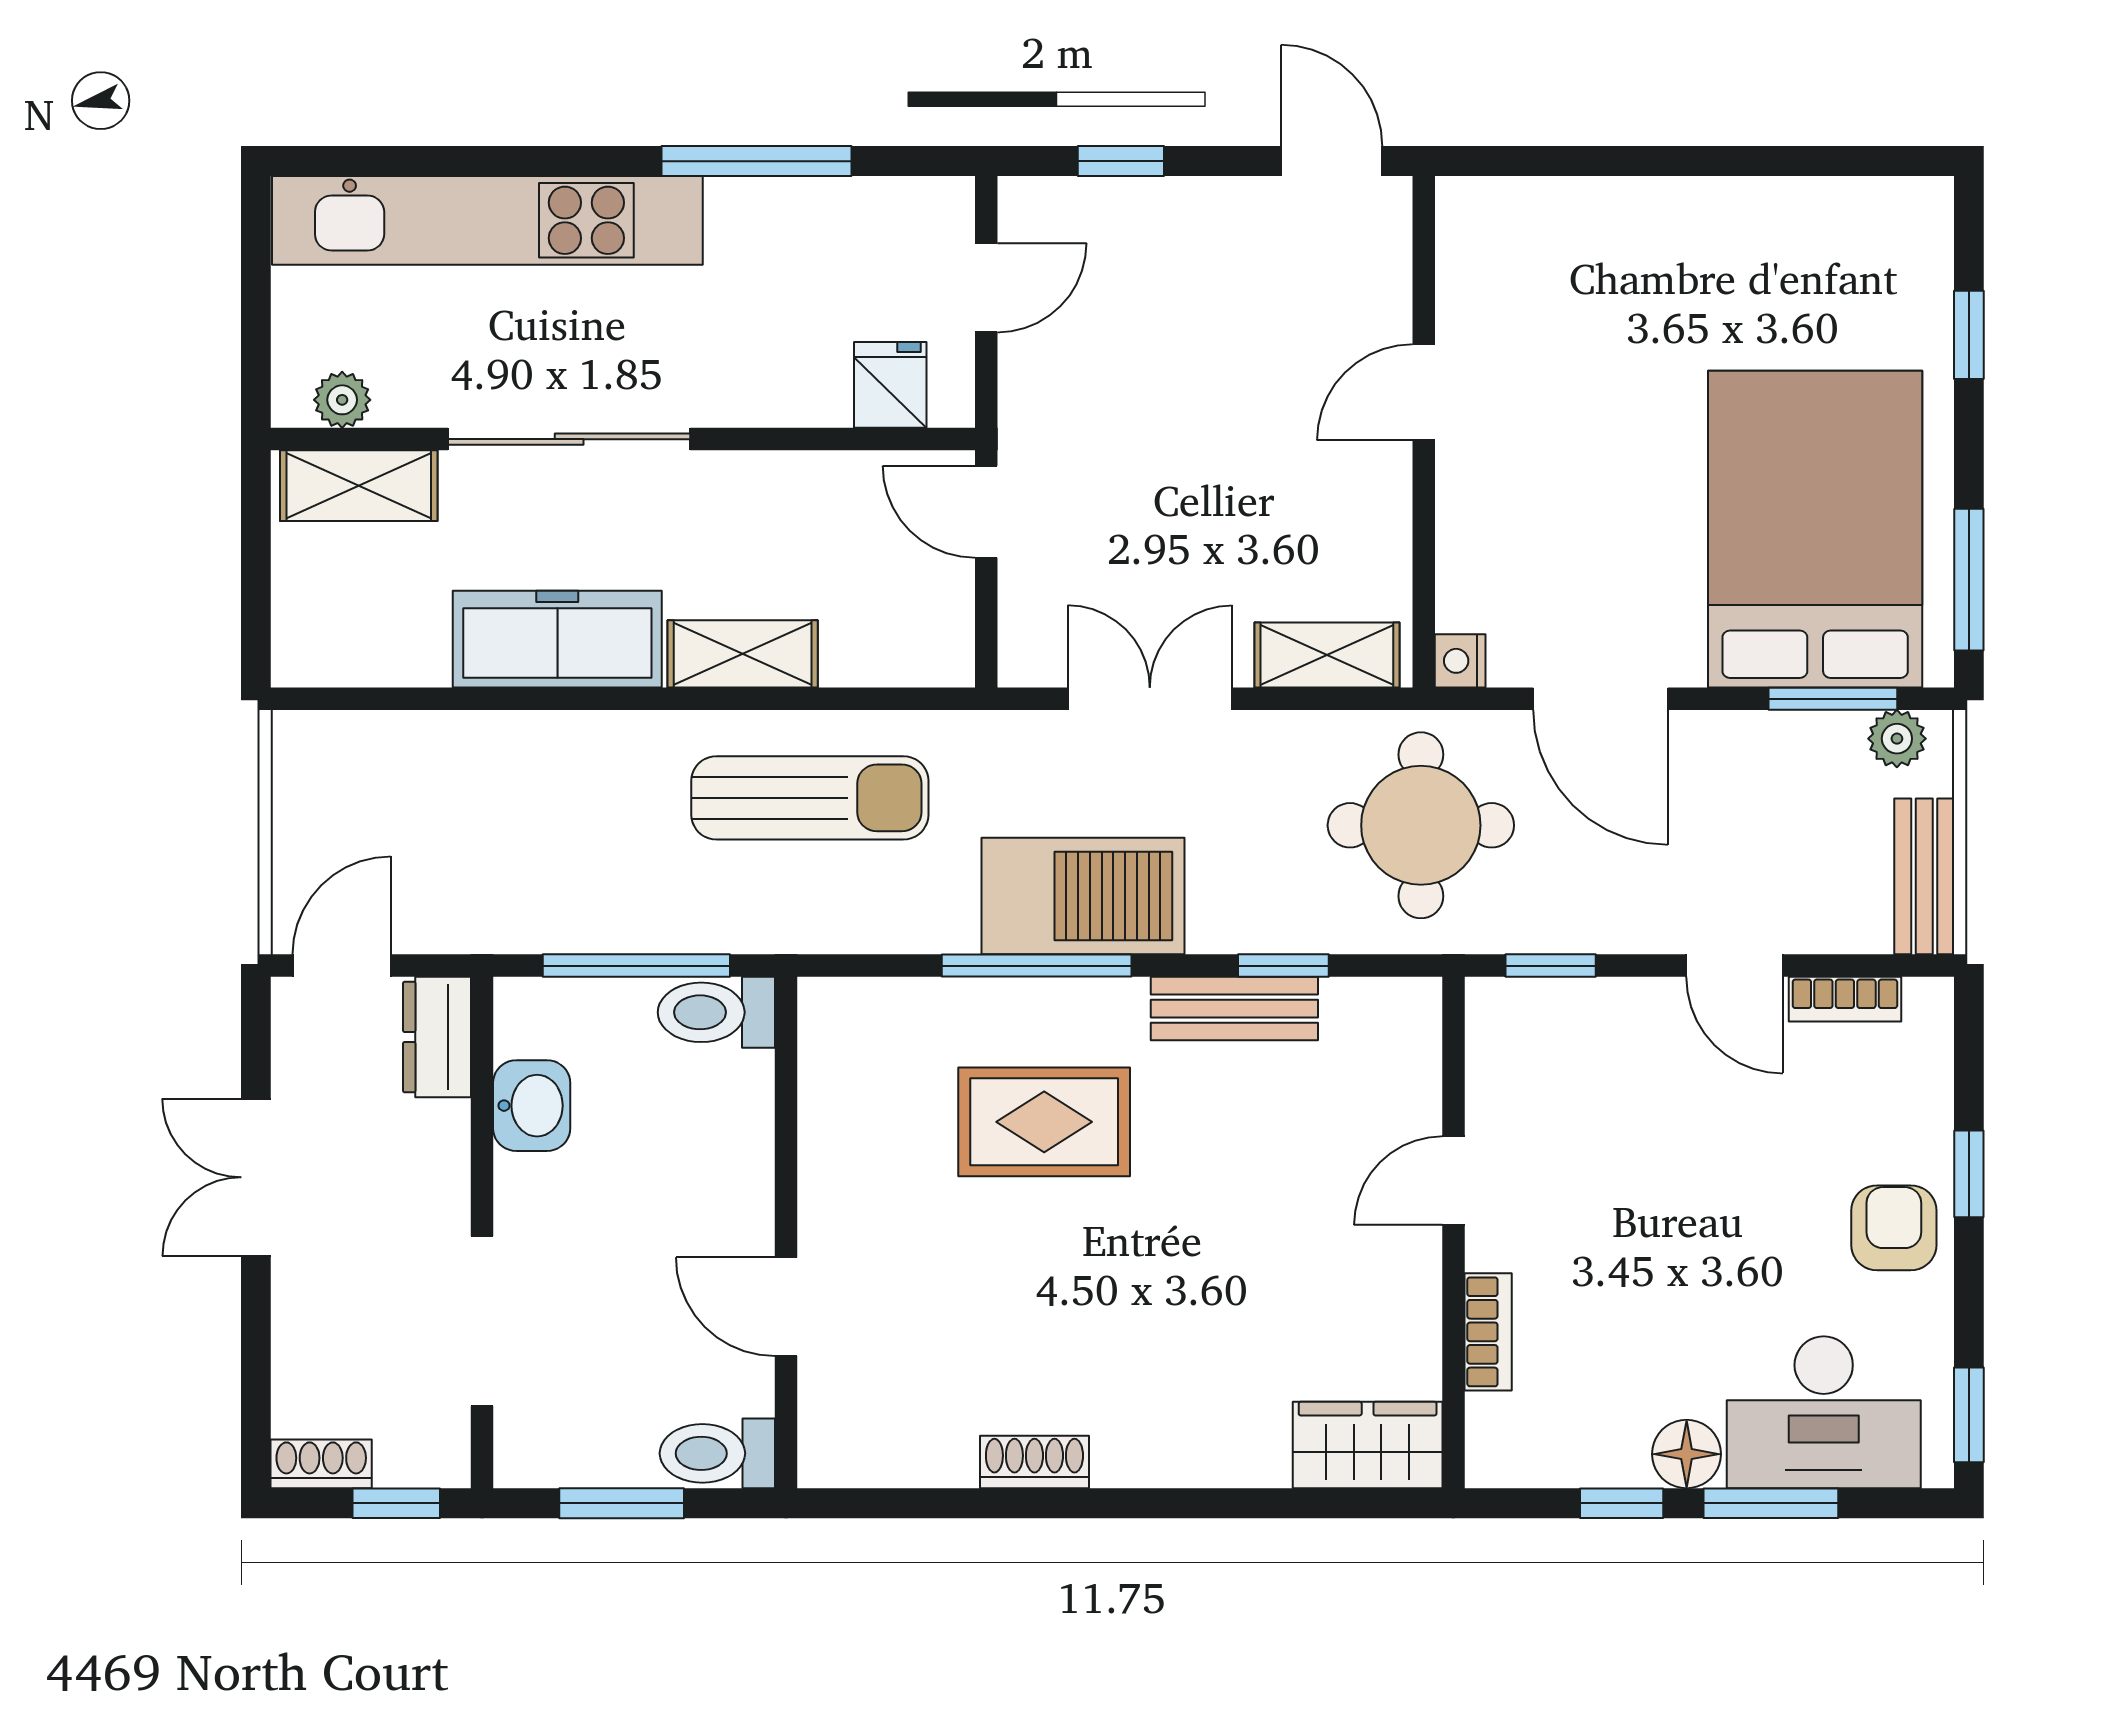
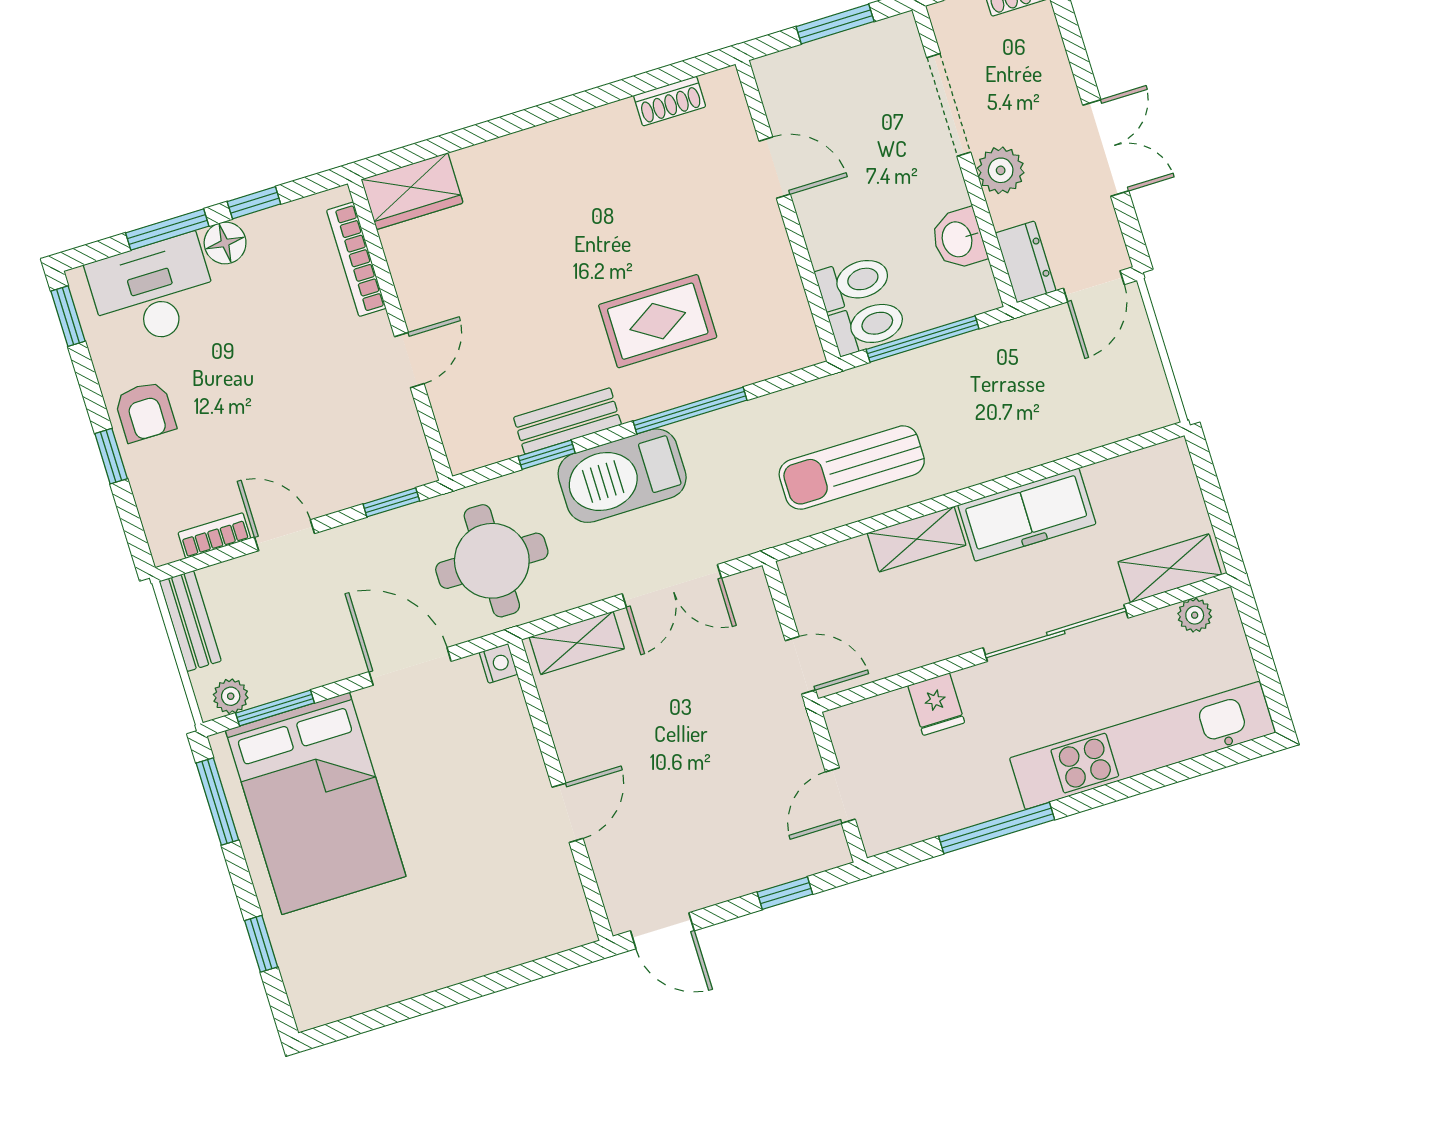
fridge: (890, 385) -> (936, 704), moved
barbecue: (1083, 896) -> (622, 476), moved
plant: (432, 1193) -> (1001, 170), added
bookcase: (1488, 1332) -> (356, 259), width x1.56
toilet: (717, 1453) -> (853, 282), moved
shoe rack: (1034, 1462) -> (670, 101), moved

